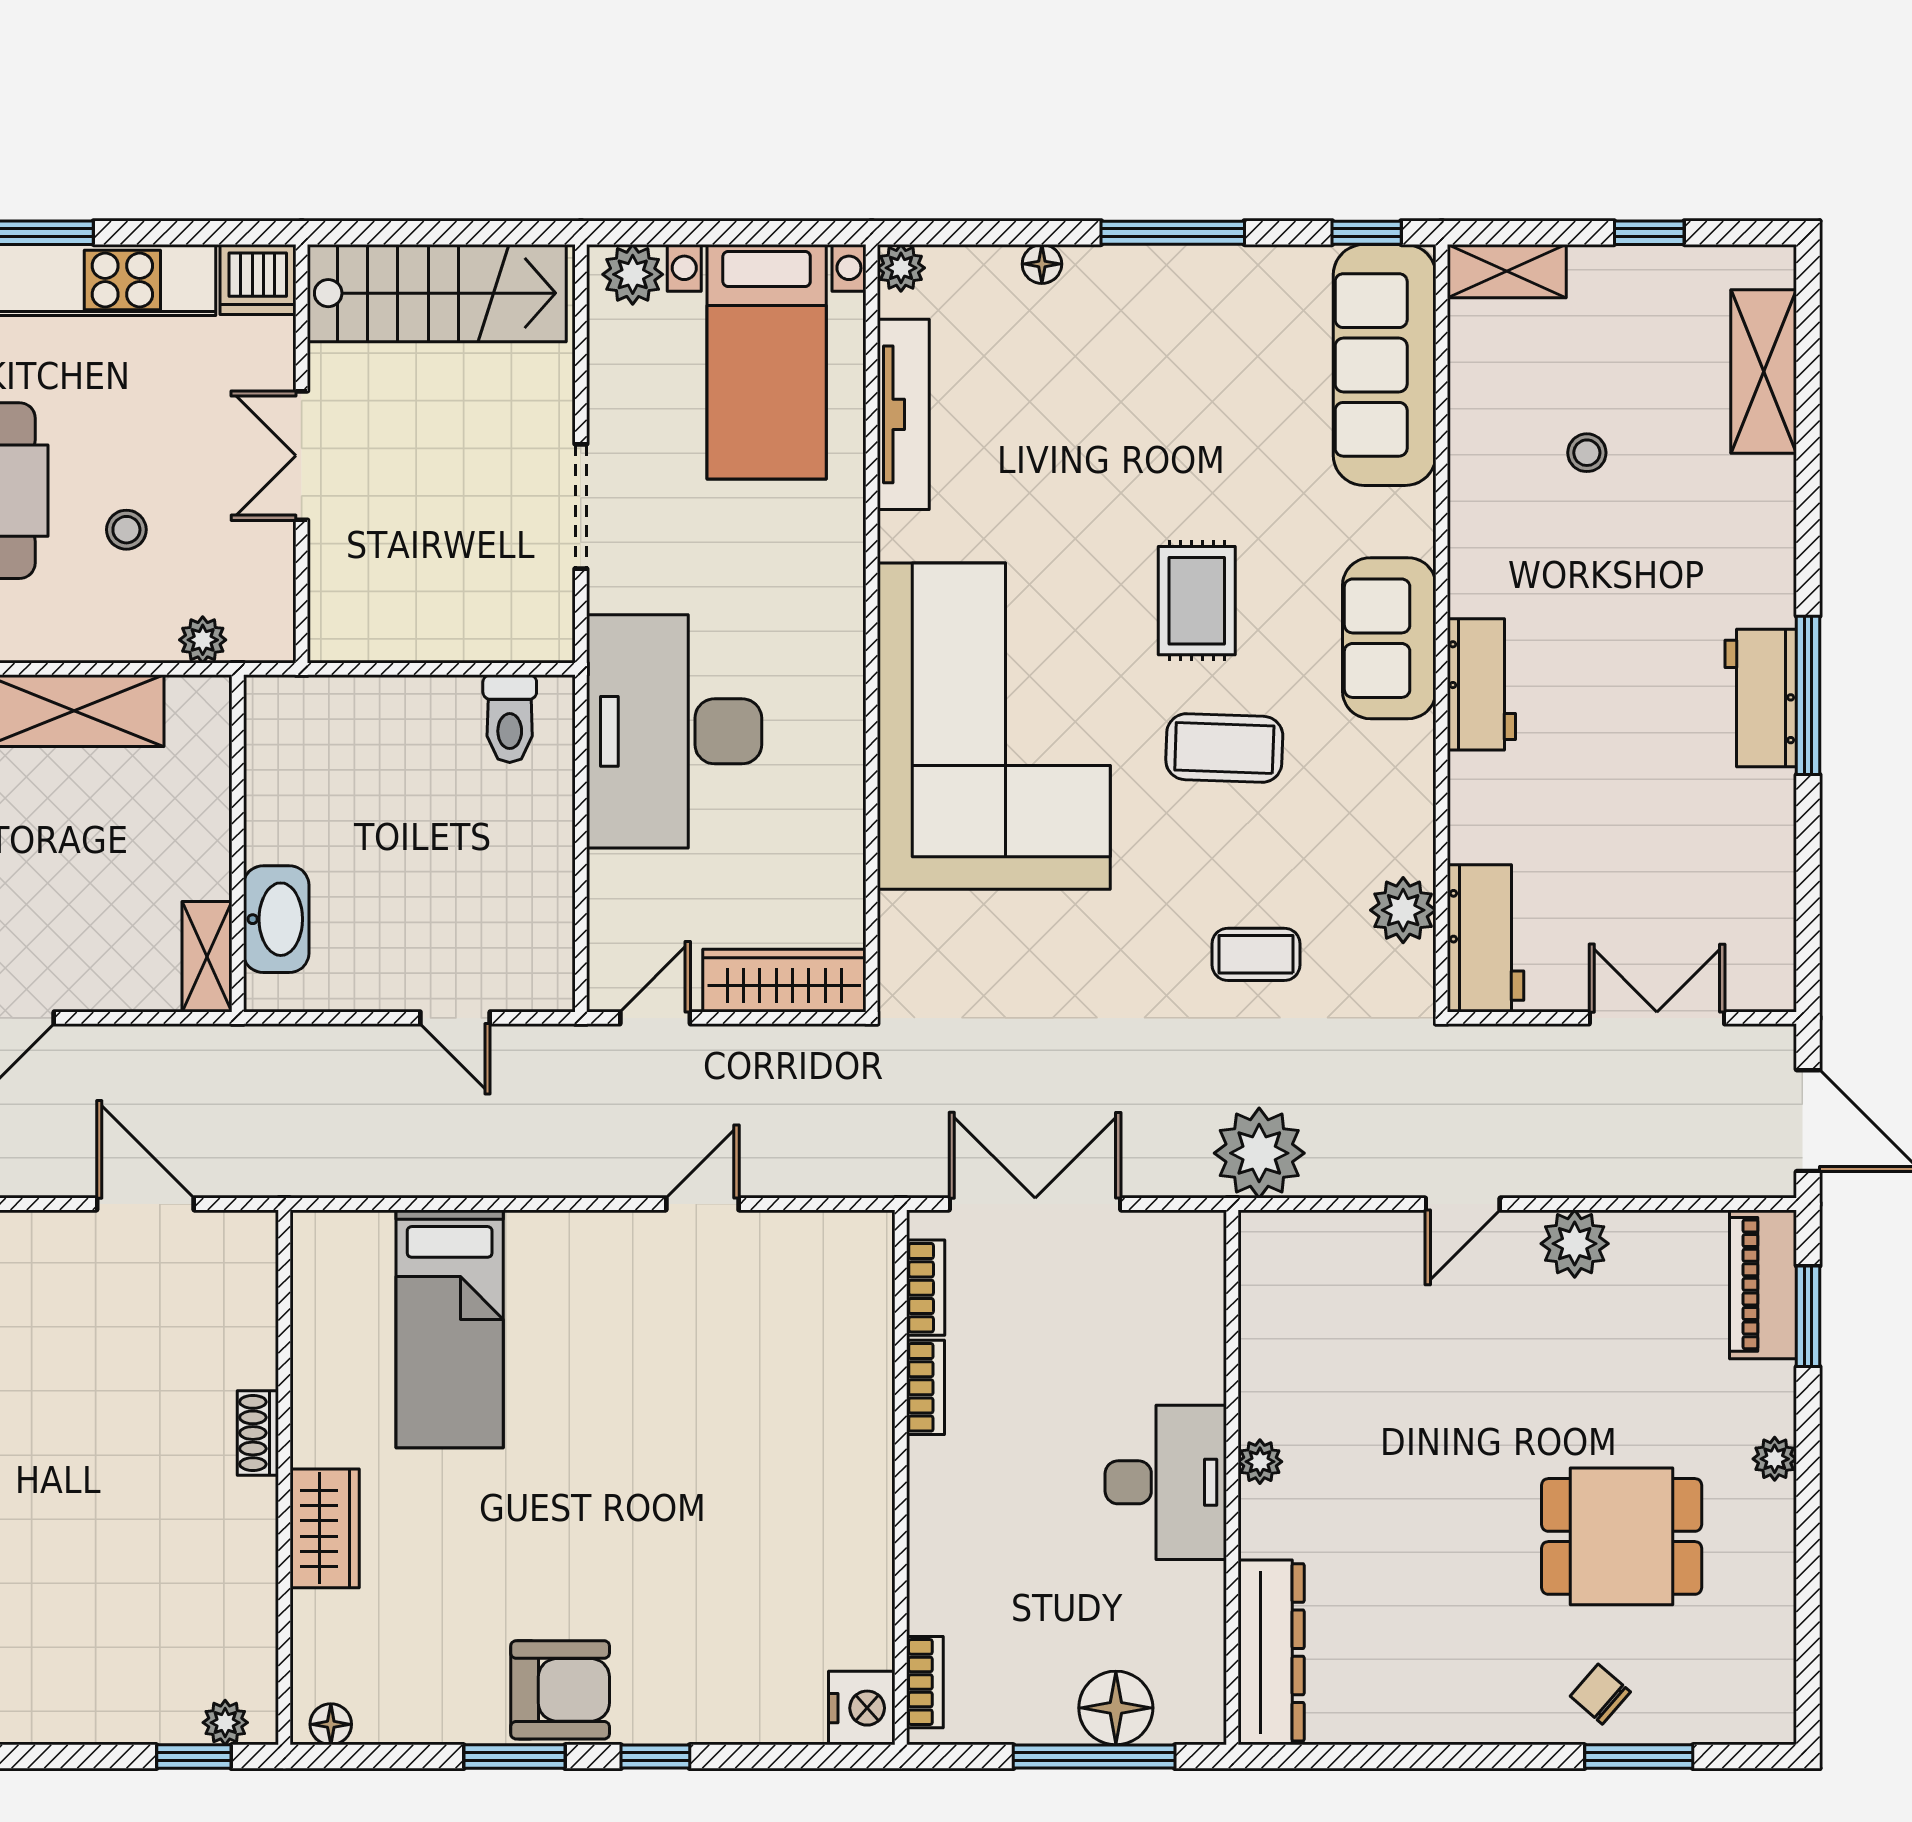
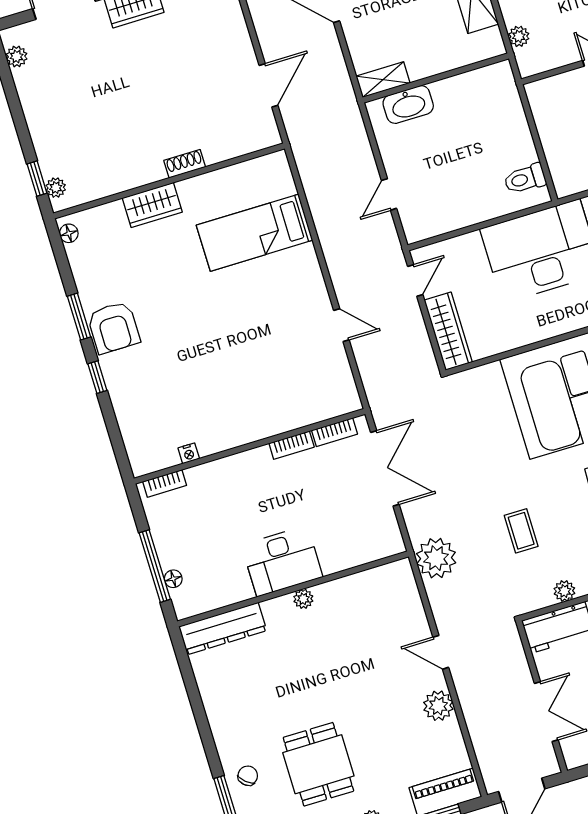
plant: (1403, 910) -> (564, 591), width x0.73, depth x0.73
door: (655, 1018) -> (415, 280), hinge flipped
nightstand: (862, 1708) -> (189, 453), moved, width x0.53, depth x0.56
floor lamp: (1116, 1708) -> (173, 579), width x0.53, depth x0.53

